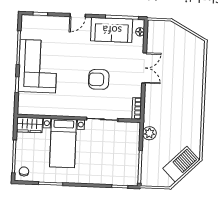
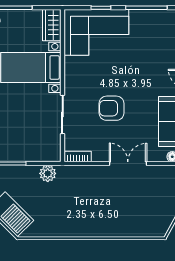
corner sofa: (38, 66) -> (96, 32), moved
double door: (144, 68) -> (128, 164), swing flipped
armchair: (99, 79) -> (112, 108), turned -90

